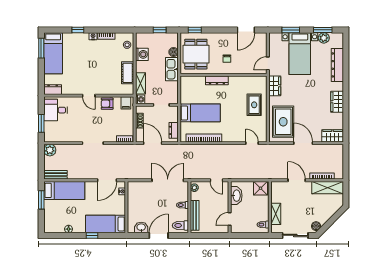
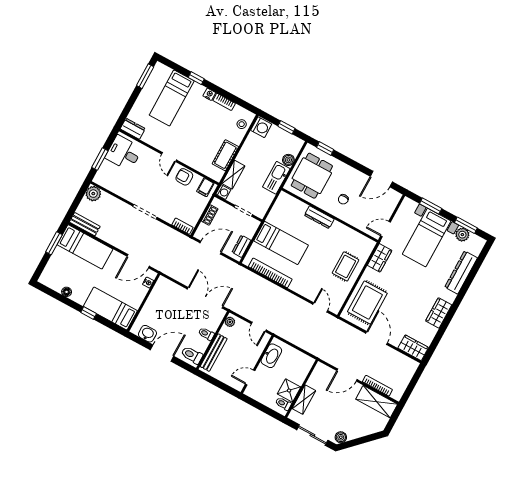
bed: (53, 53) -> (172, 98), moved
washing machine: (142, 54) -> (261, 127), moved
door: (153, 143) -> (211, 248), hinge flipped
door: (297, 180) -> (347, 375), swing flipped
shower: (260, 188) -> (289, 390), moved

